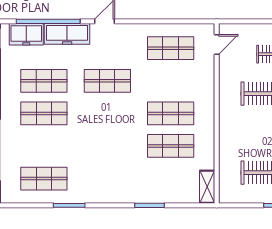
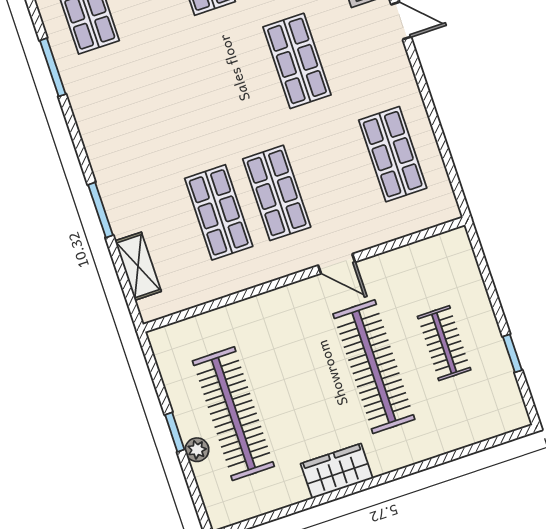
door: (217, 44) -> (337, 264), moved
shelving: (207, 187) -> (138, 266), moved, turned 90

